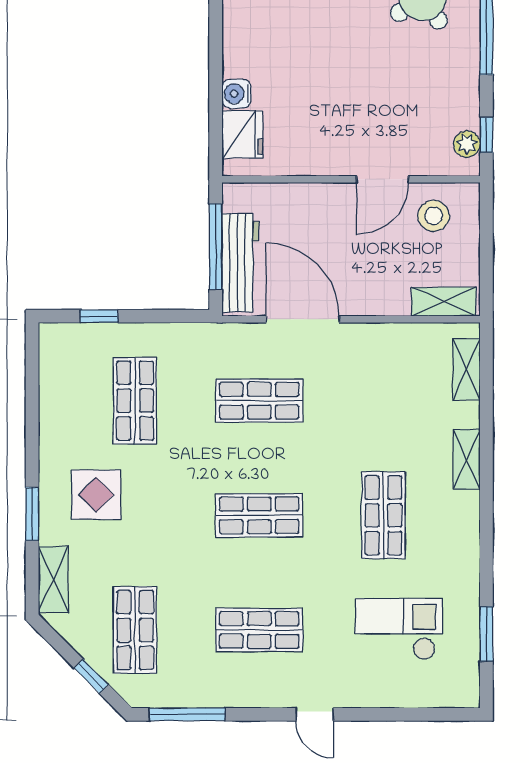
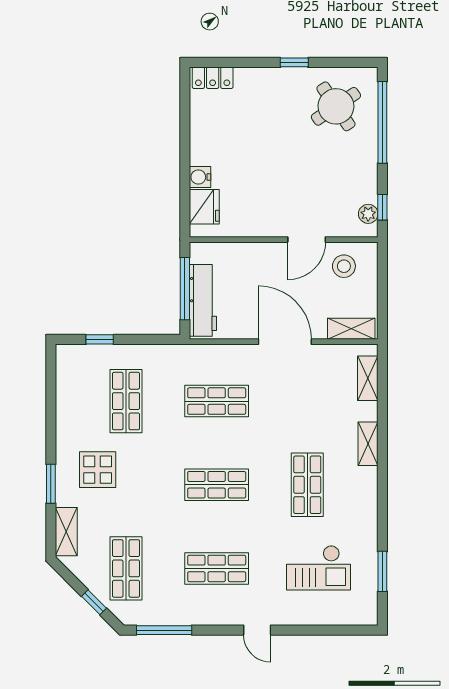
door: (303, 319) -> (285, 342), moved
checkout: (399, 629) -> (319, 568), turned 180

